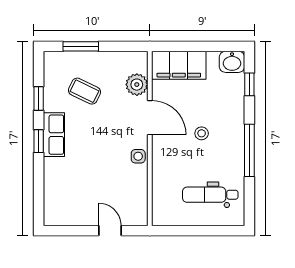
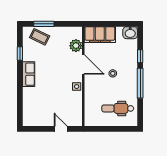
window: (249, 84) -> (140, 56), moved
coffee table: (84, 91) -> (40, 37), moved
window: (39, 141) -> (20, 78), removed

